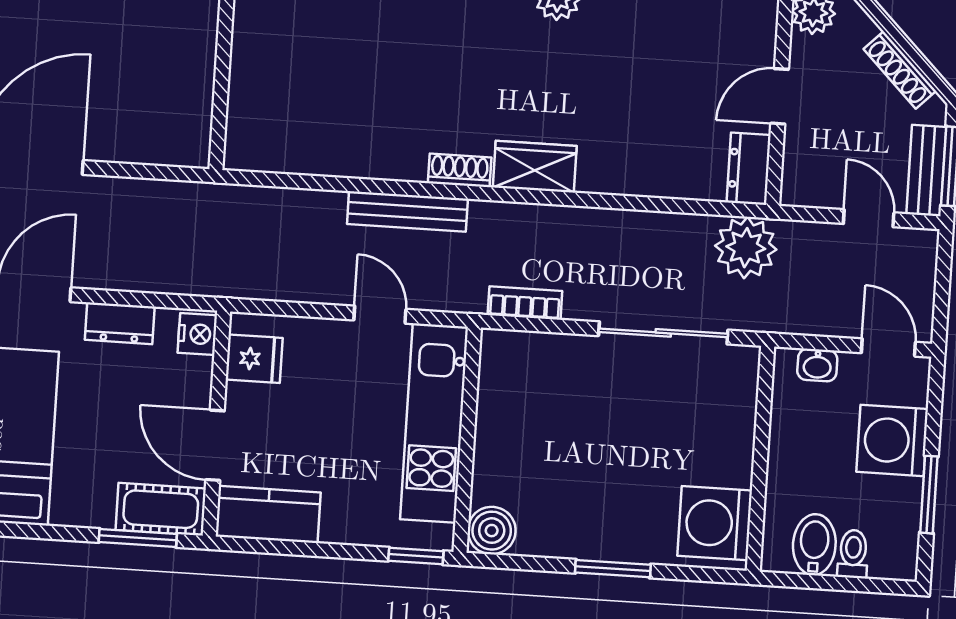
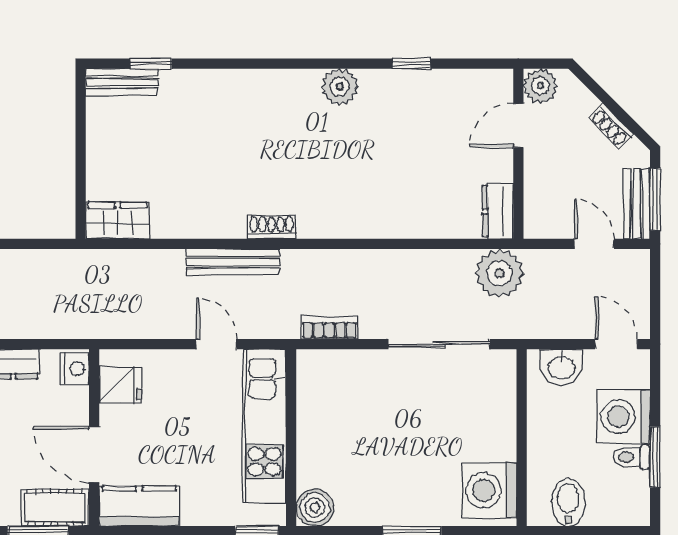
shoe rack: (900, 70) -> (611, 126), width x0.70
door: (780, 96) -> (518, 125), moved
wardrobe: (535, 167) -> (118, 220), moved
washbasin: (817, 365) -> (561, 367), width x1.38, depth x1.45
toilet: (853, 554) -> (632, 457), moved, turned -90

